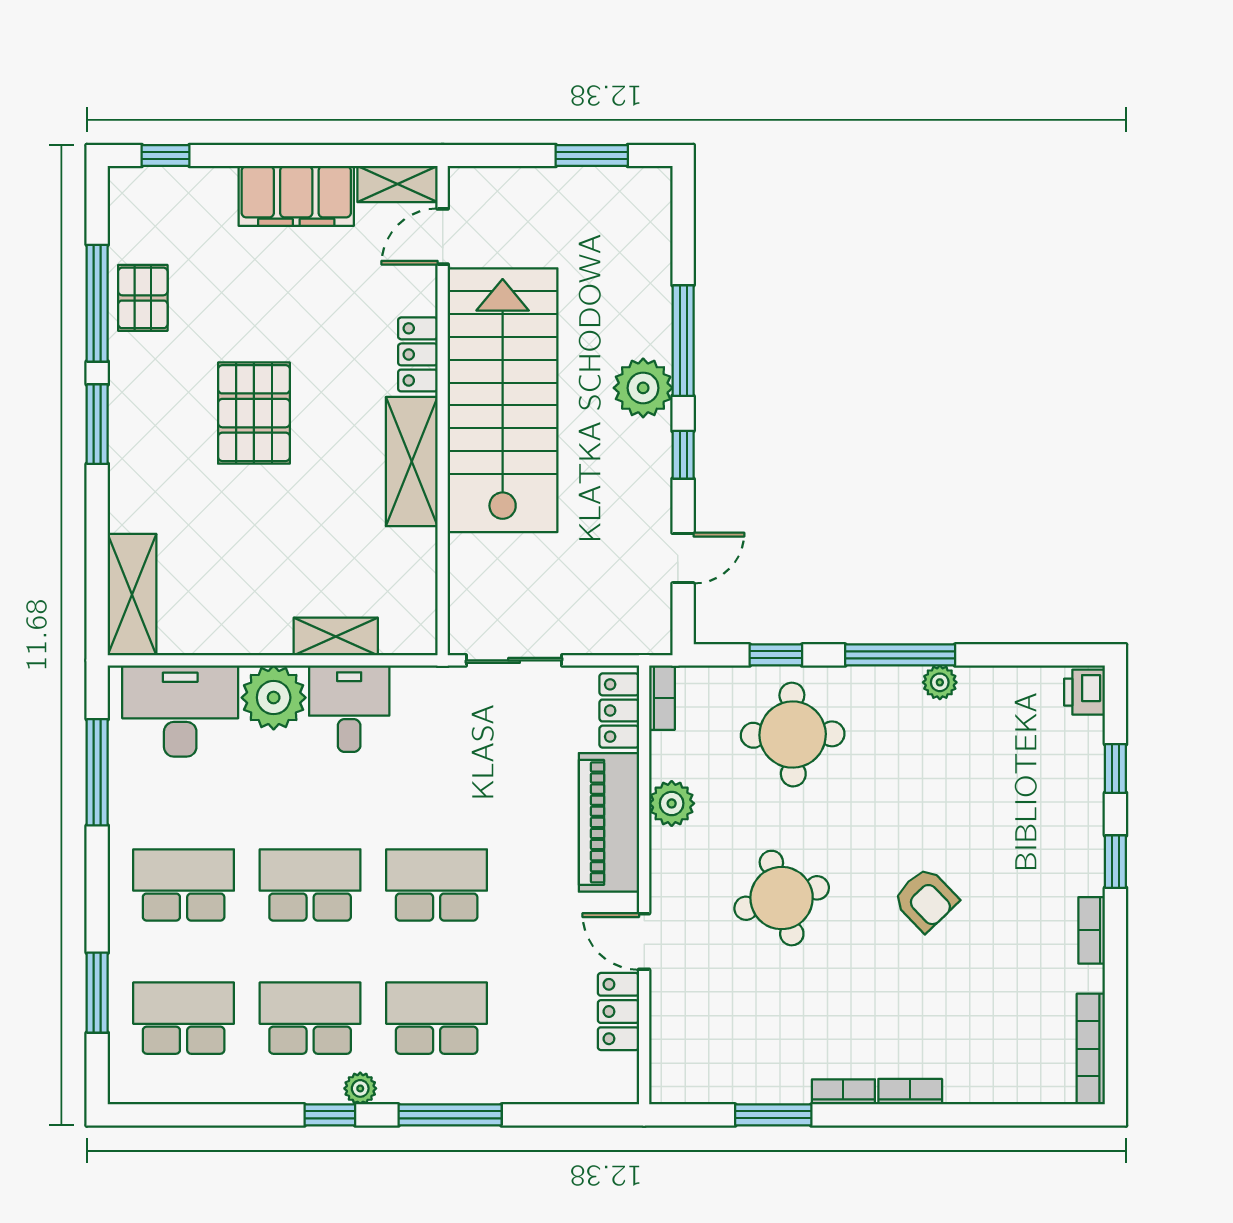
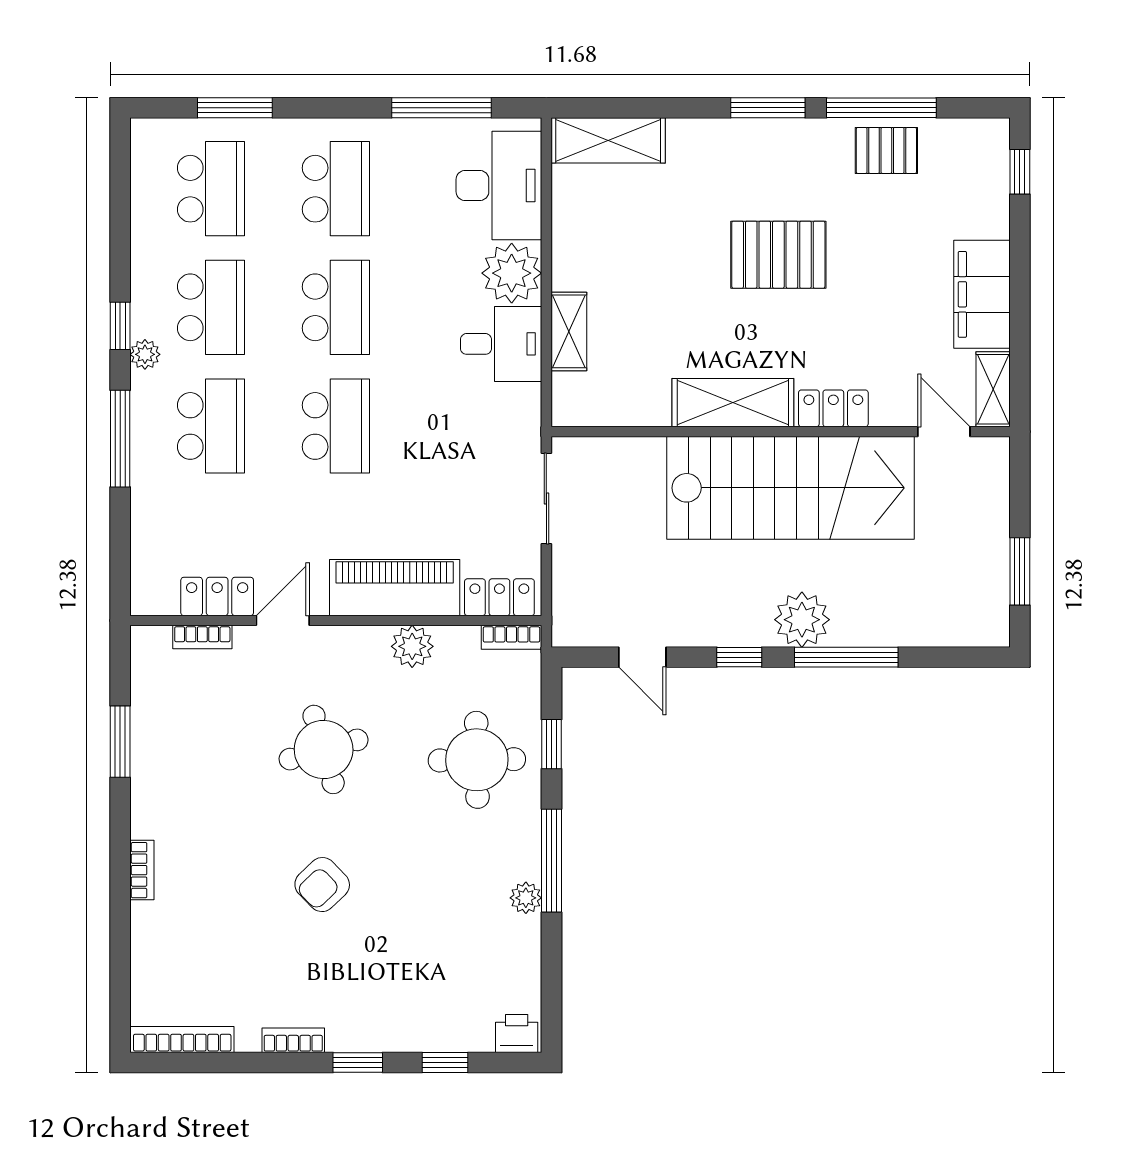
bookcase: (843, 1092) -> (202, 637), moved, turned 90

